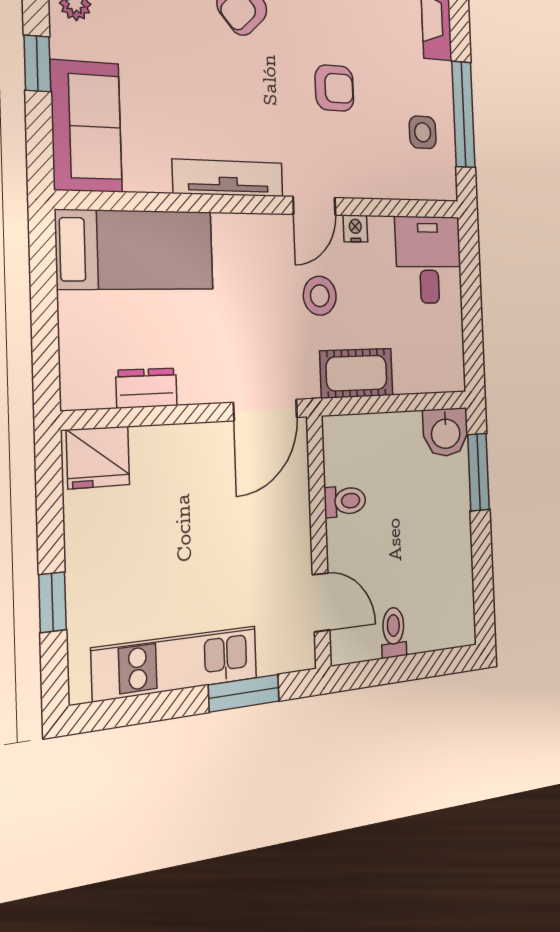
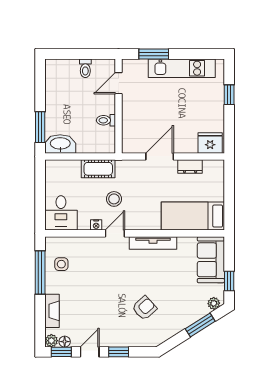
armchair: (334, 88) -> (104, 280), removed
door: (265, 410) -> (160, 157), moved
washbasin: (446, 432) -> (60, 144), width x1.38
door: (321, 602) -> (119, 83), hinge flipped

